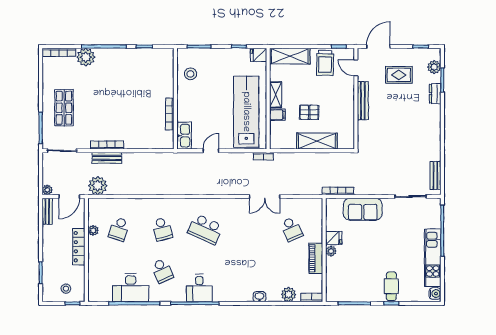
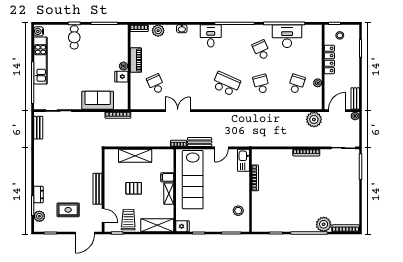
shop shelf: (64, 108) -> (341, 183), removed
pallet: (309, 112) -> (134, 188), moved
bench: (107, 158) -> (200, 142), moved
locker: (79, 247) -> (329, 59), moved
desk: (199, 288) -> (211, 36), moved

